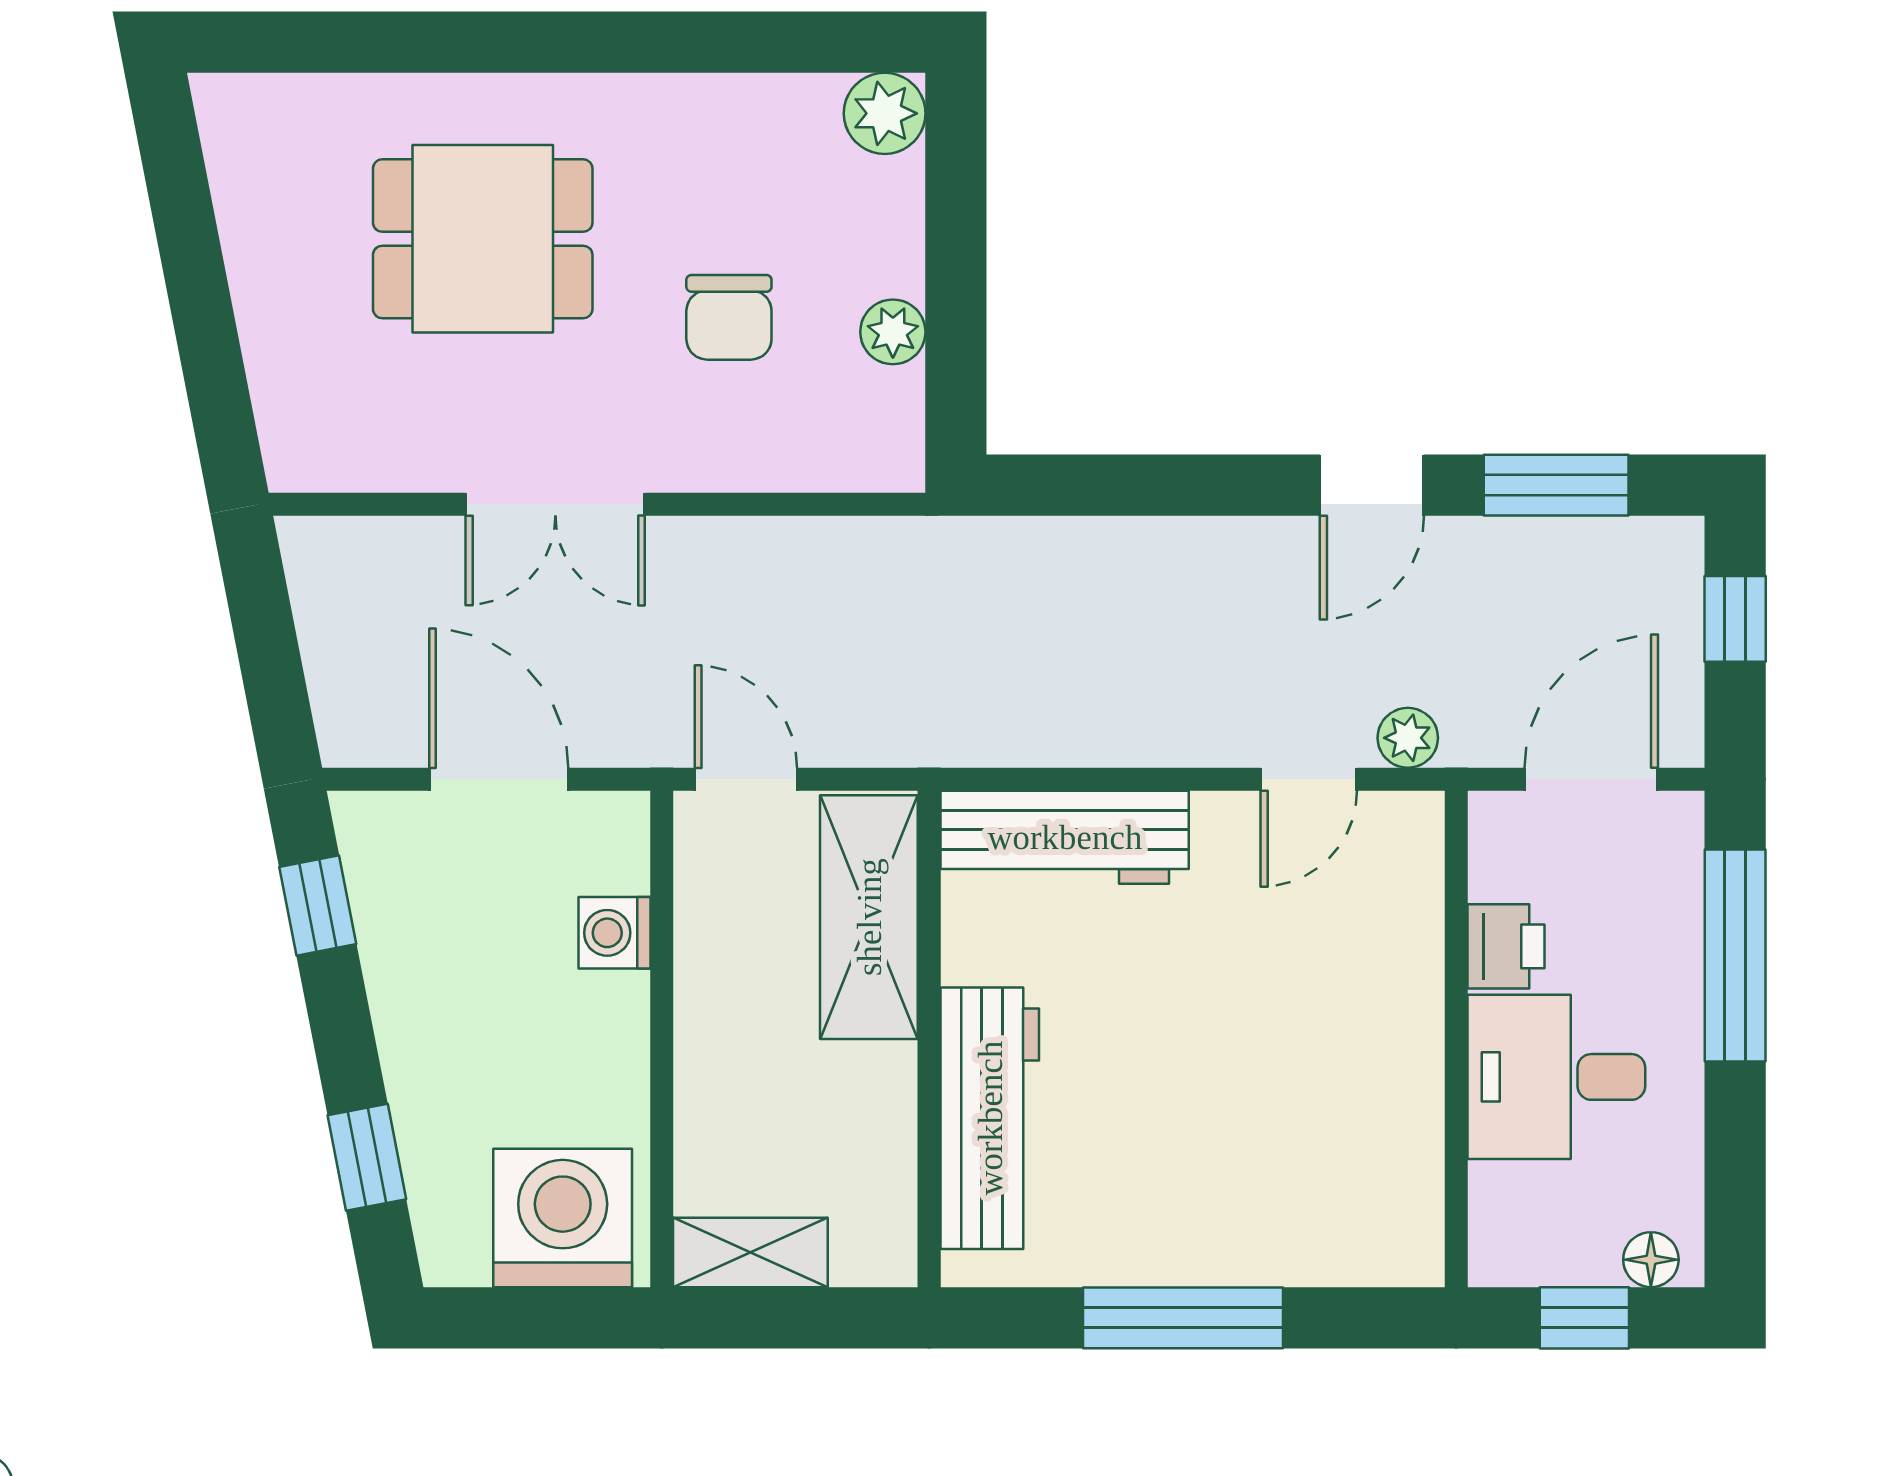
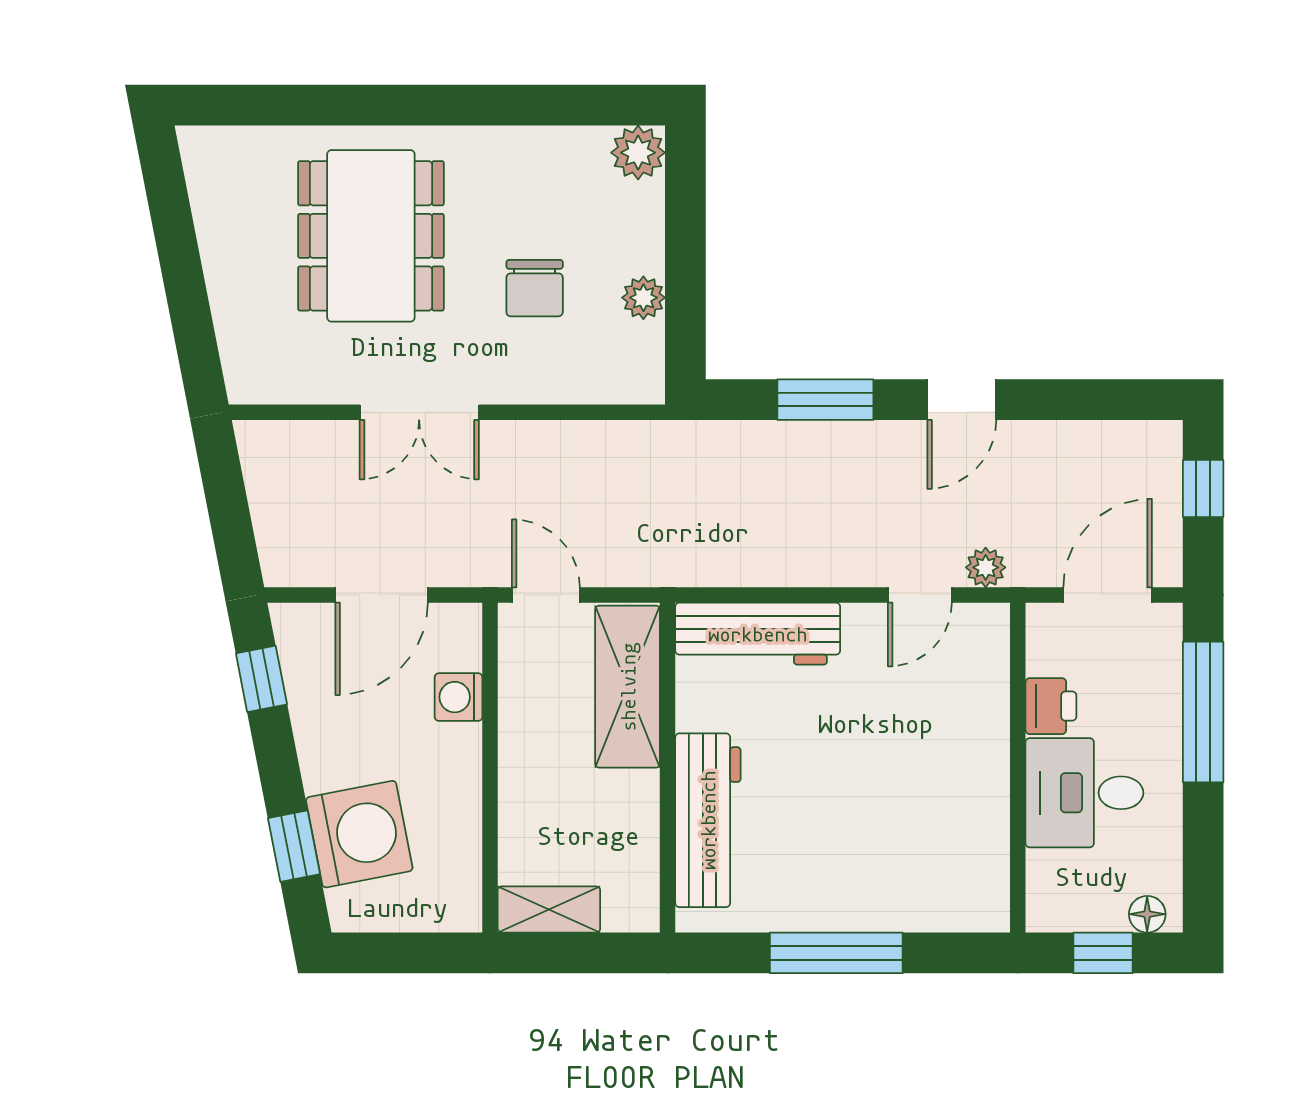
dining table: (483, 239) -> (371, 236), width x1.38
window: (1556, 485) -> (825, 400), moved
door: (499, 779) -> (382, 595), swing flipped
washing machine: (563, 1218) -> (359, 834), moved, turned 79

